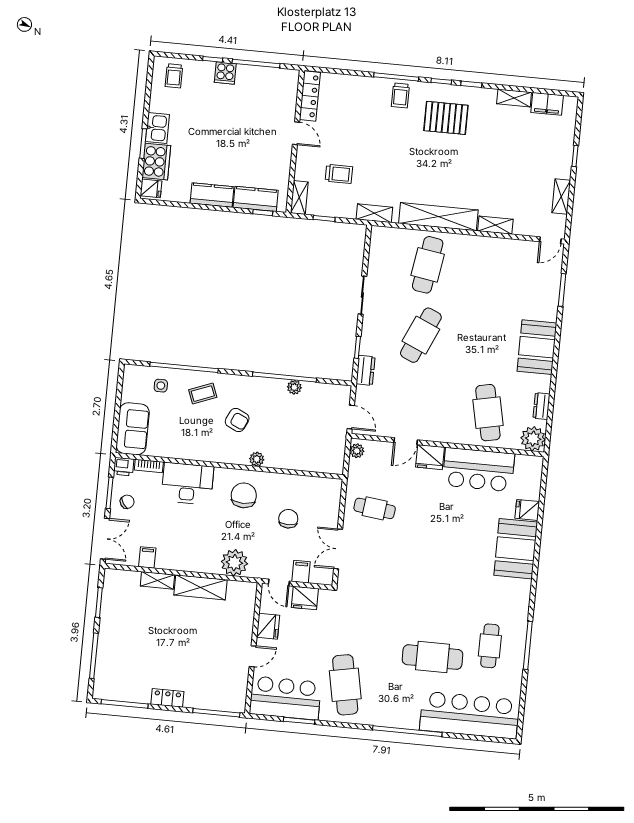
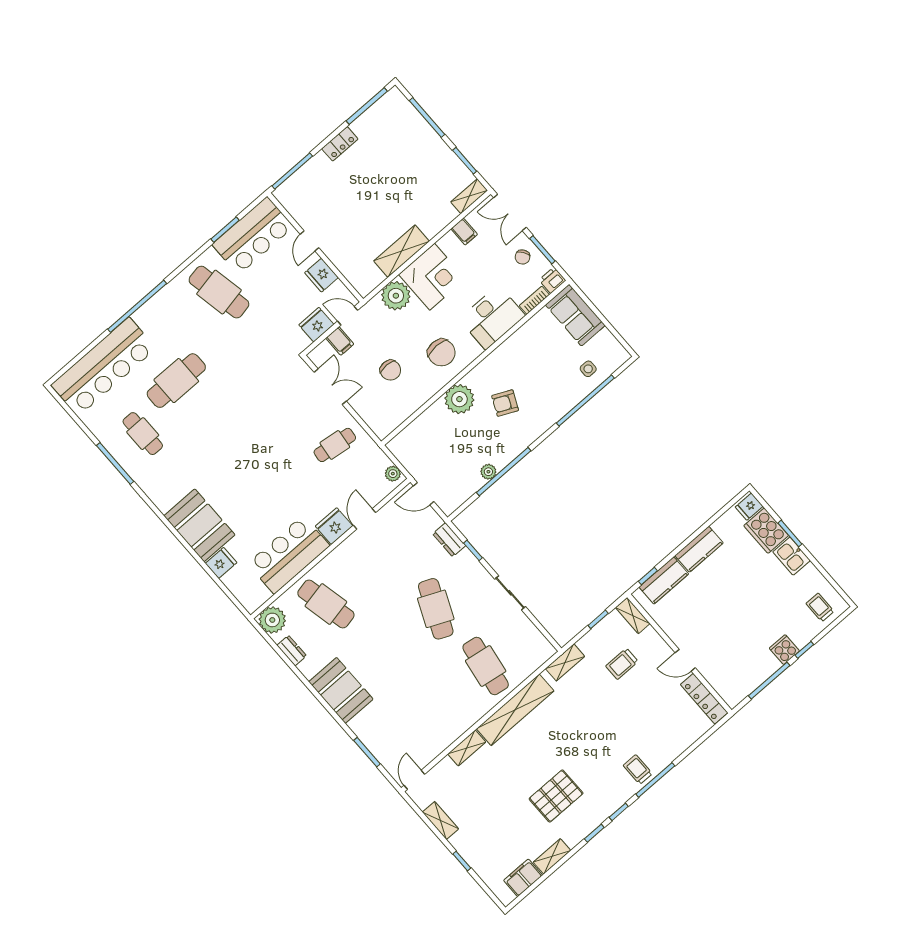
pallet: (446, 118) -> (556, 796), moved
coffee table: (203, 394) -> (551, 396), removed
plant: (257, 459) -> (459, 399), width x1.87, depth x1.87
corner desk: (198, 550) -> (432, 277), added
shelving: (157, 580) -> (469, 196), moved

